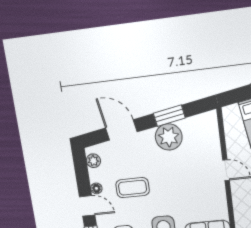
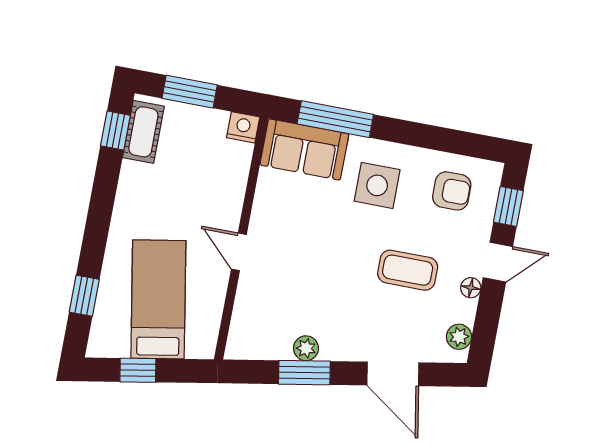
plant: (169, 137) -> (306, 348), width x0.53, depth x0.53
door: (87, 206) -> (498, 262), swing flipped

